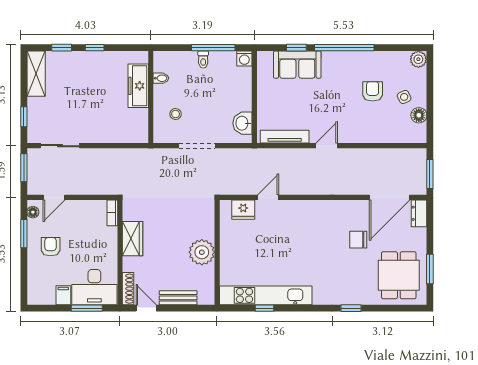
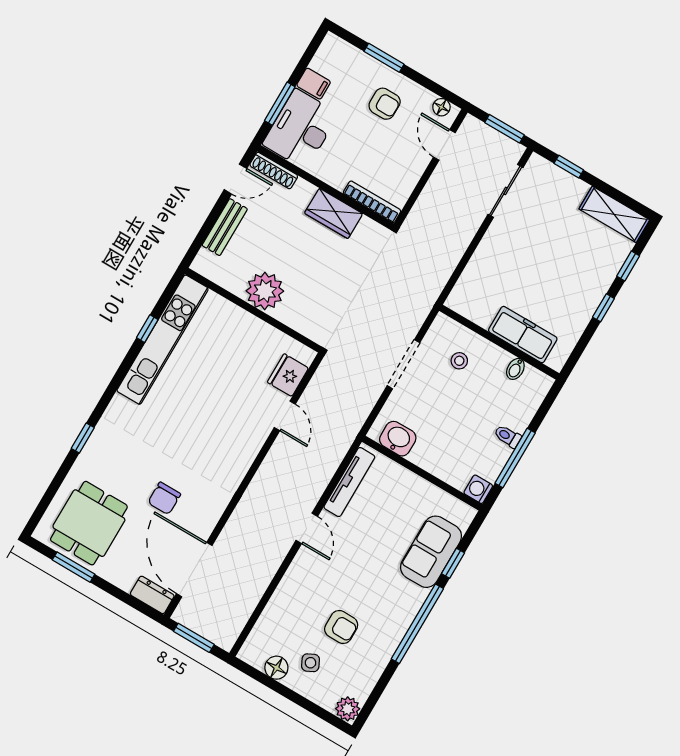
bookcase: (112, 213) -> (372, 202), width x1.56
window: (24, 234) -> (384, 58), moved
chair: (358, 240) -> (164, 498), turned 180
dining table: (399, 275) -> (89, 523), turned 90

